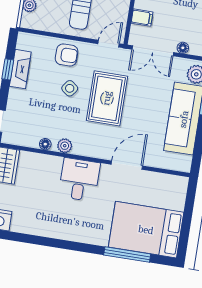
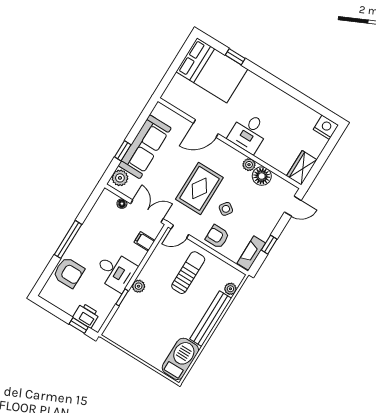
fireplace: (20, 69) -> (251, 253), moved
floor lamp: (45, 144) -> (262, 176), width x1.89, depth x1.89
window: (127, 255) -> (235, 57), width x0.46

